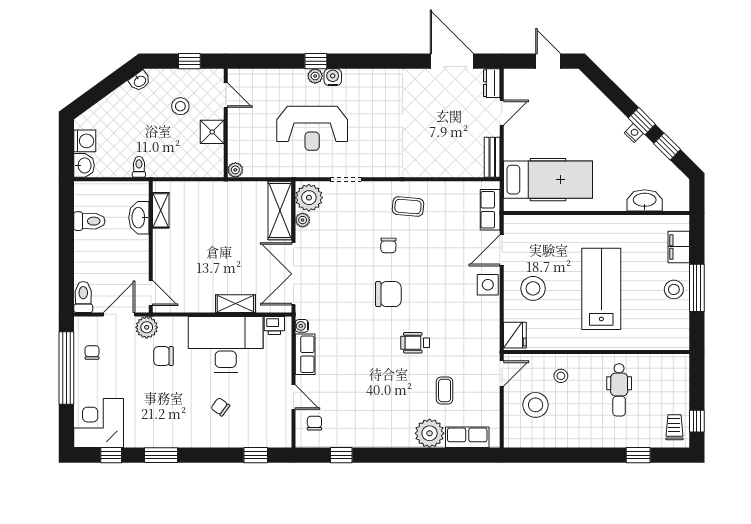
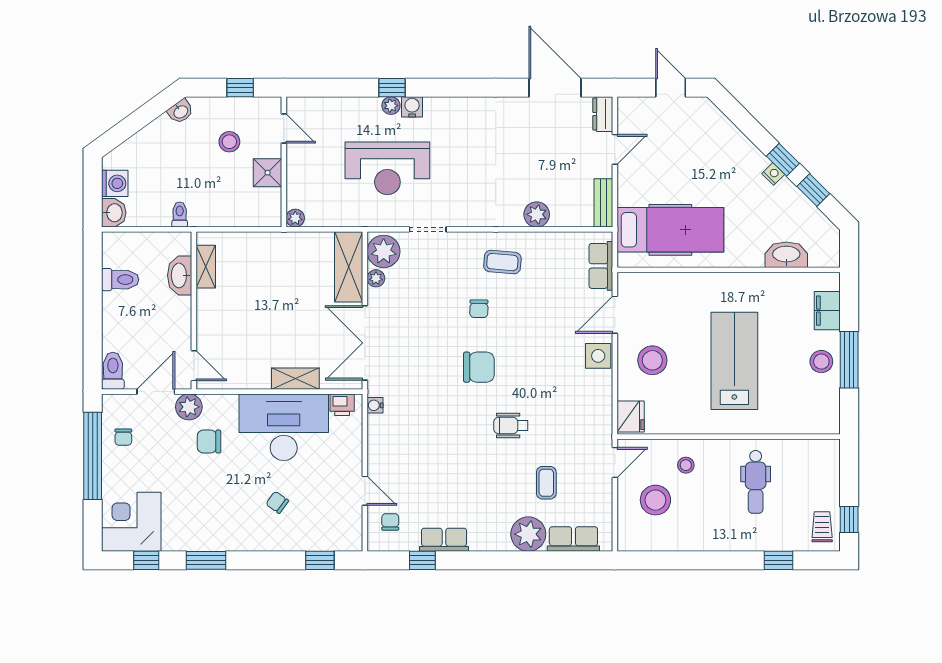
plant: (437, 167) -> (537, 214), added
chair: (92, 352) -> (123, 437), turned 180
row of seats: (305, 354) -> (444, 540), moved, turned -90

